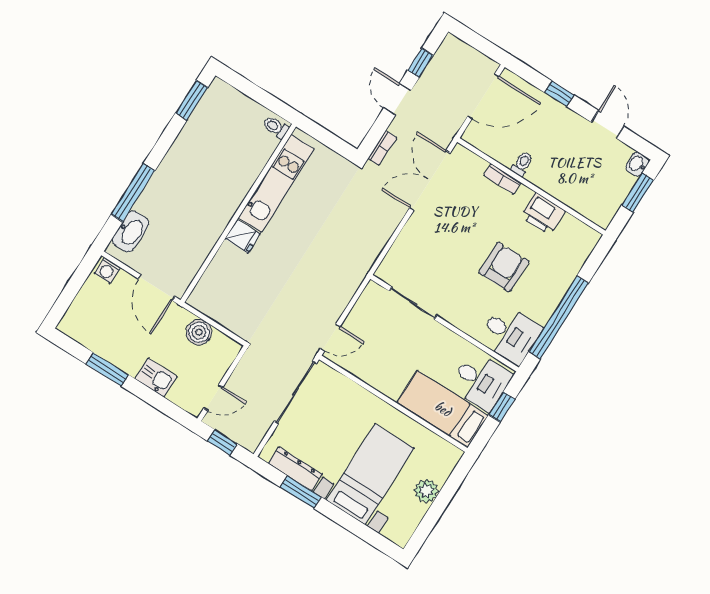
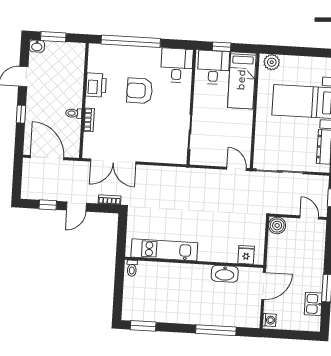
washbasin: (131, 231) -> (225, 274), moved, turned 180
fridge: (243, 236) -> (246, 255), moved
window: (559, 317) -> (131, 41), moved
boiler: (199, 332) -> (277, 225), moved
kitchen sink: (156, 378) -> (313, 304), moved
plant: (426, 491) -> (272, 62), moved

